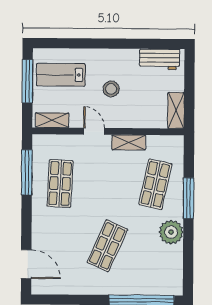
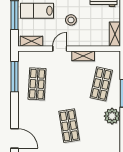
door: (94, 131) -> (60, 49), hinge flipped
shop shelf: (107, 246) -> (69, 126), turned -33

